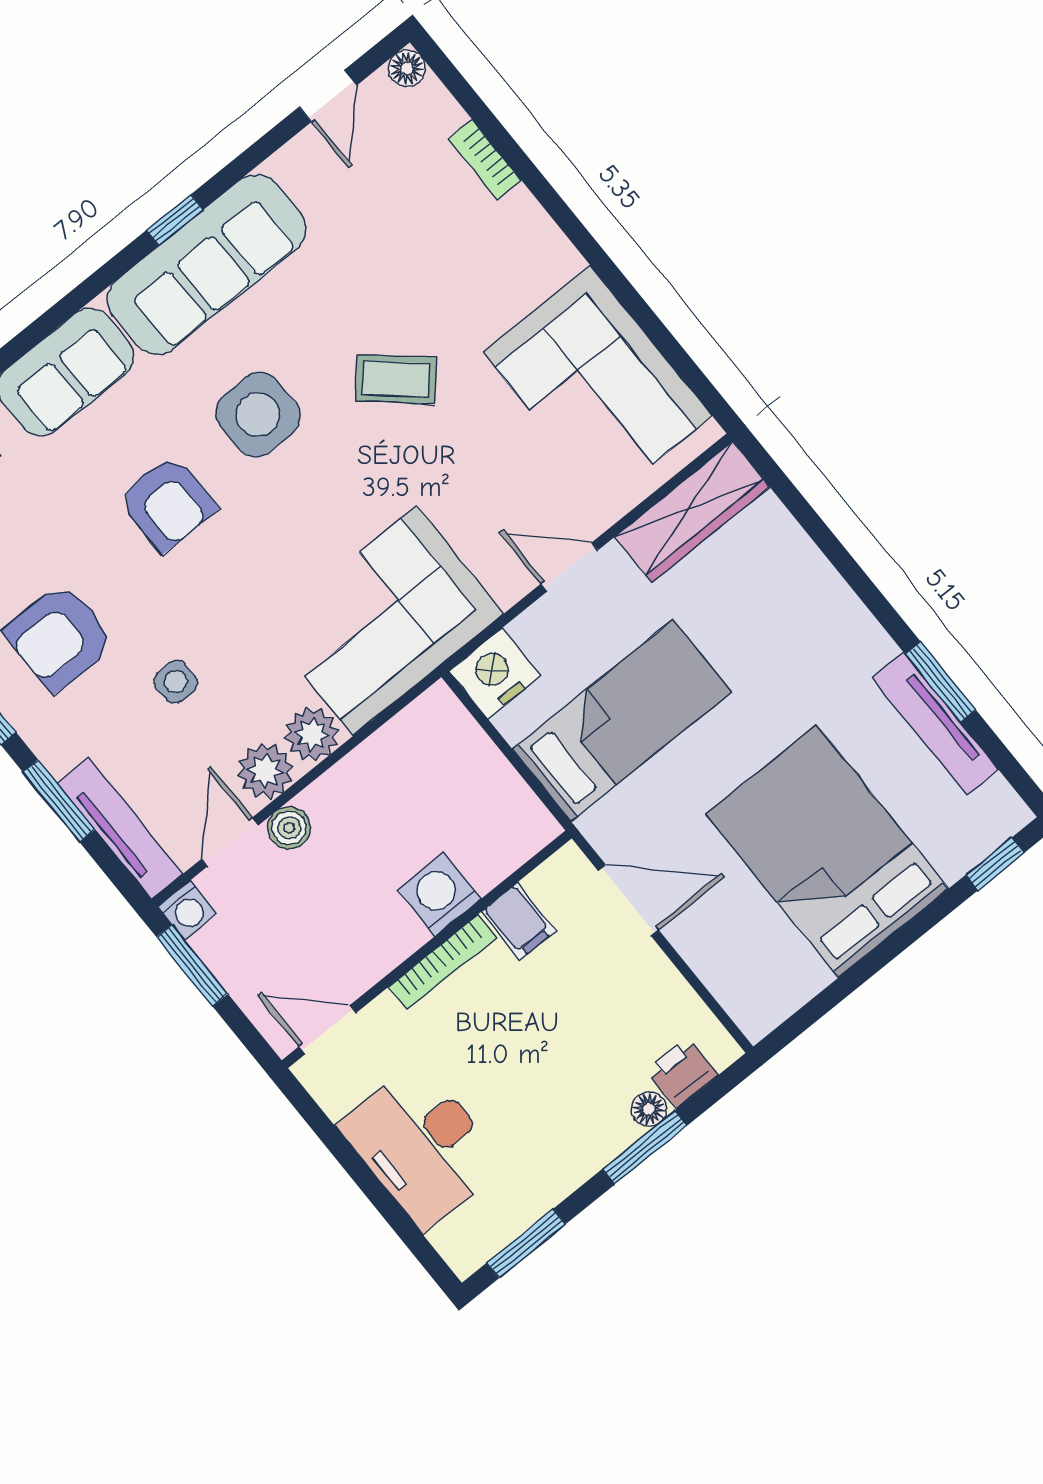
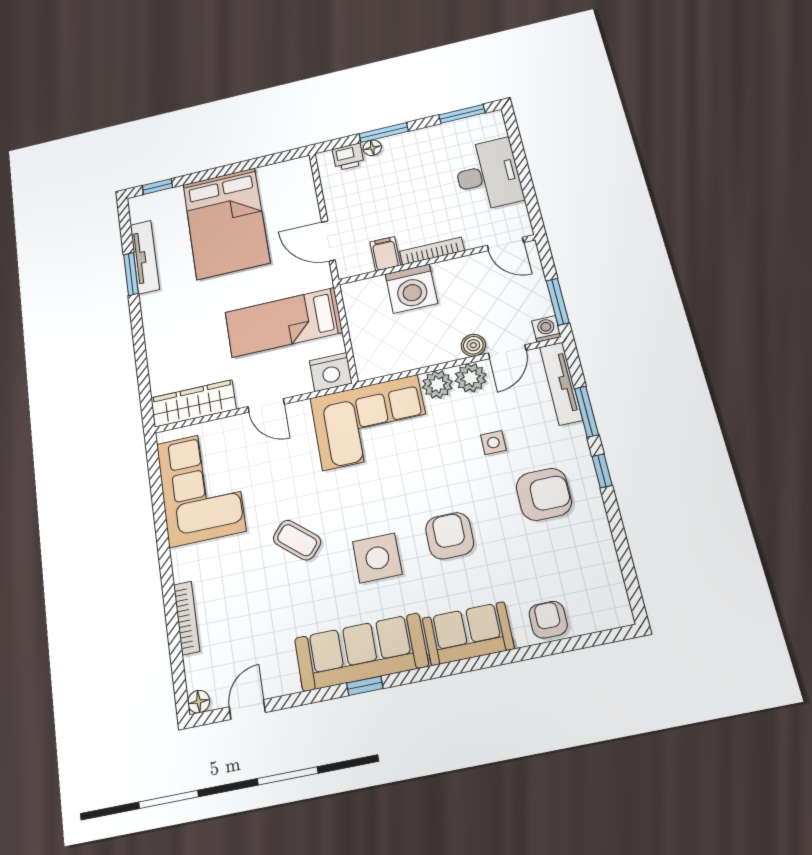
bookcase: (485, 160) -> (187, 618), width x1.56
washing machine: (439, 894) -> (411, 289), width x1.37, depth x1.37

